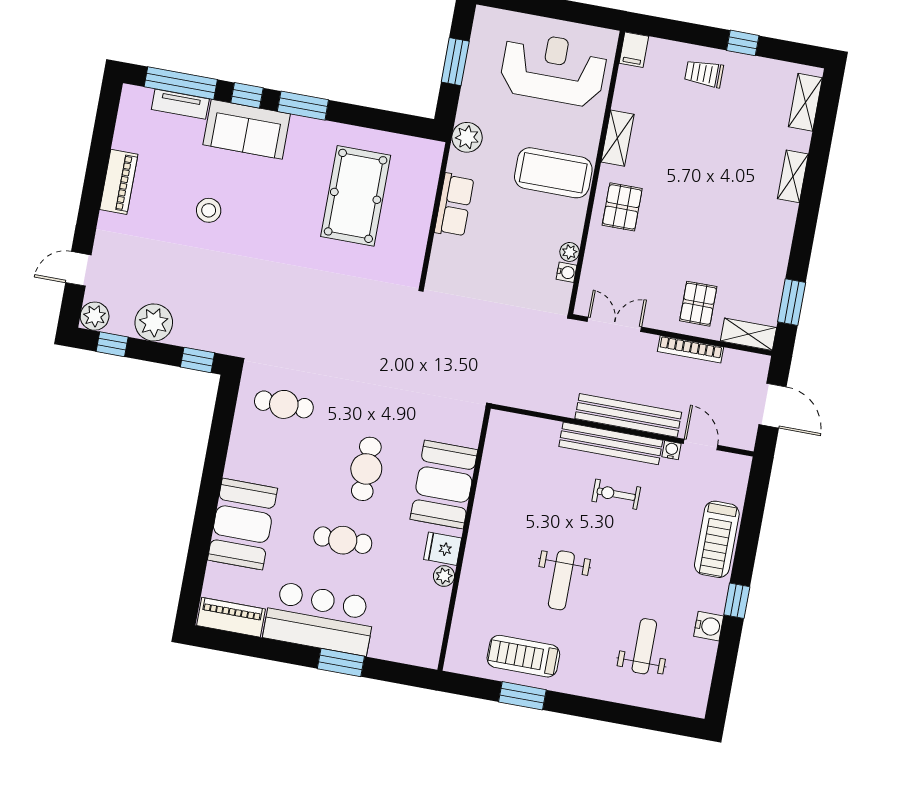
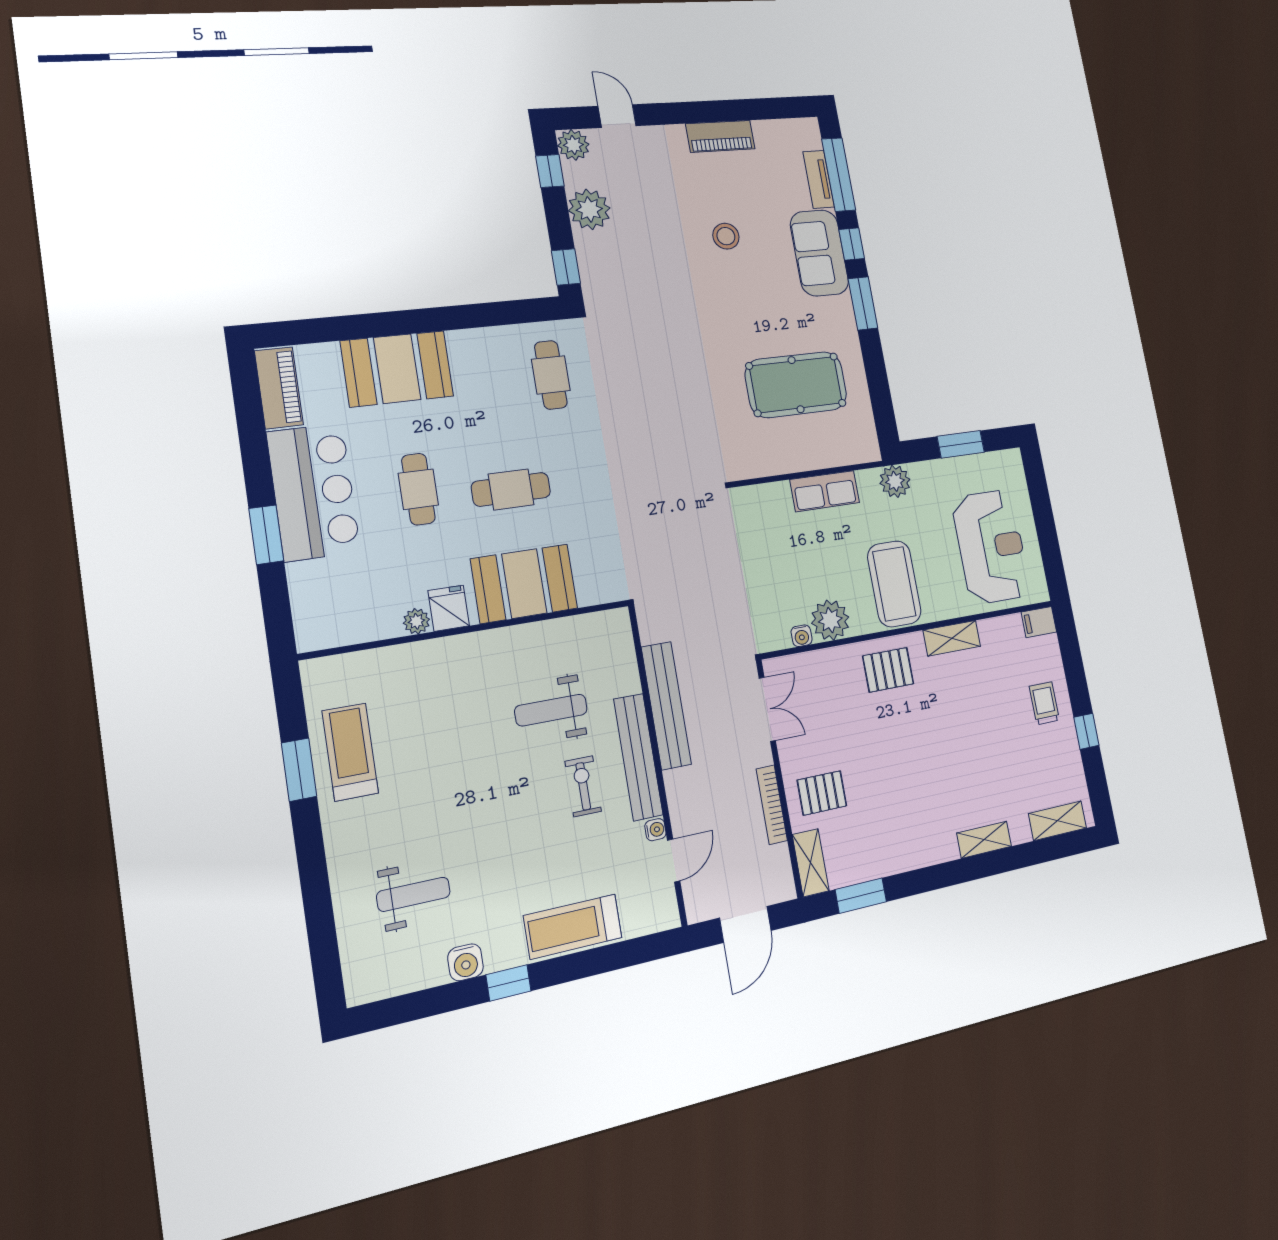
plant: (570, 252) -> (830, 620), width x1.88, depth x1.88
bench: (628, 415) -> (666, 705), moved
weight bench: (561, 580) -> (551, 710), moved

